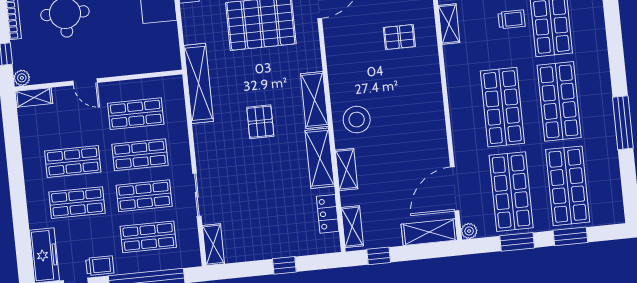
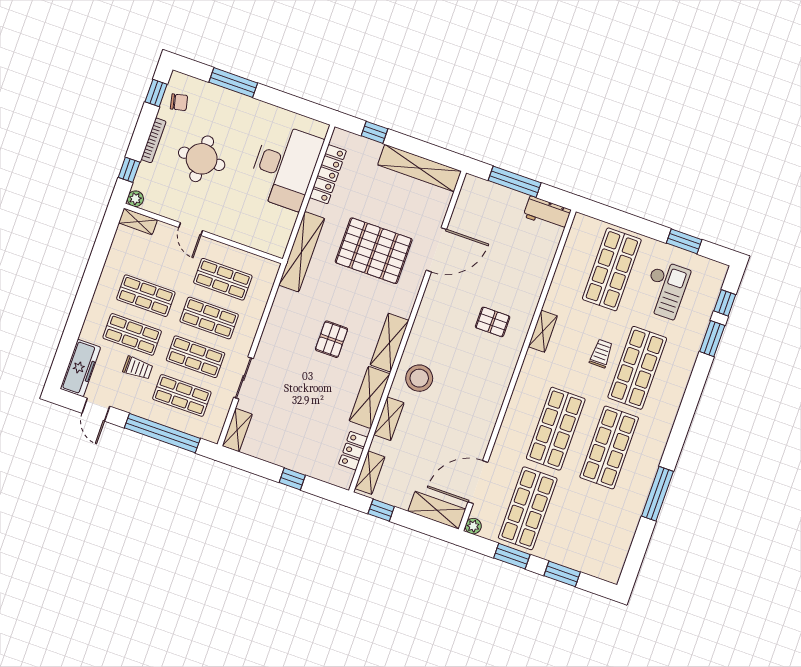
trolley: (512, 19) -> (601, 354), turned -90
shelving: (199, 83) -> (302, 252), moved
shop shelf: (568, 186) -> (581, 527), removed
trolley: (100, 266) -> (138, 368), moved

